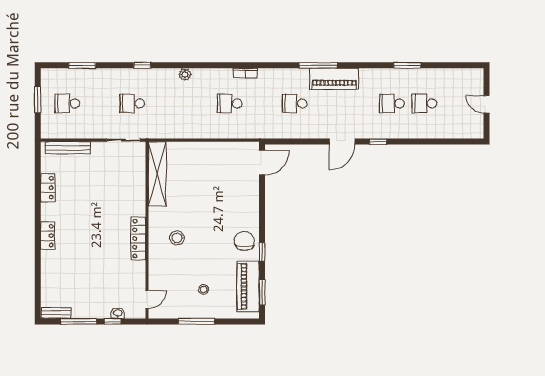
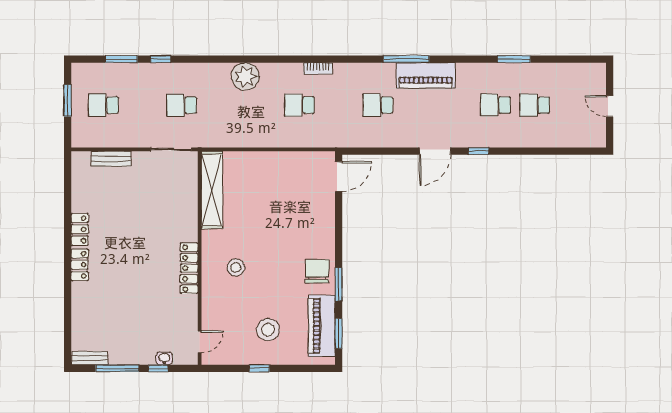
window: (142, 65) -> (161, 59), moved
plant: (185, 74) -> (245, 76), width x1.87, depth x1.87
bench: (68, 148) -> (111, 159), width x0.73
locker: (48, 188) -> (80, 229), moved
window: (262, 252) -> (339, 284), width x1.50
stool: (204, 289) -> (268, 330), width x1.89, depth x1.89
window: (196, 321) -> (259, 368), width x0.46

